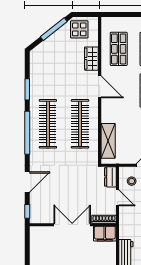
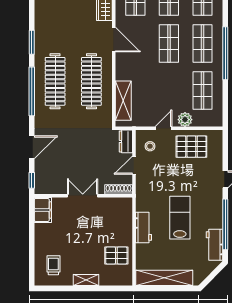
door: (117, 198) -> (134, 165), swing flipped
double door: (72, 225) -> (83, 196), width x0.73
filing cabinet: (105, 234) -> (43, 210), moved, turned -90

